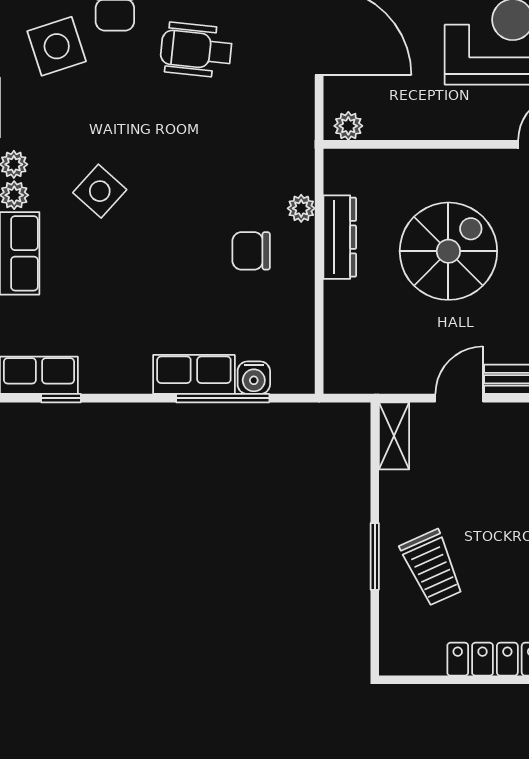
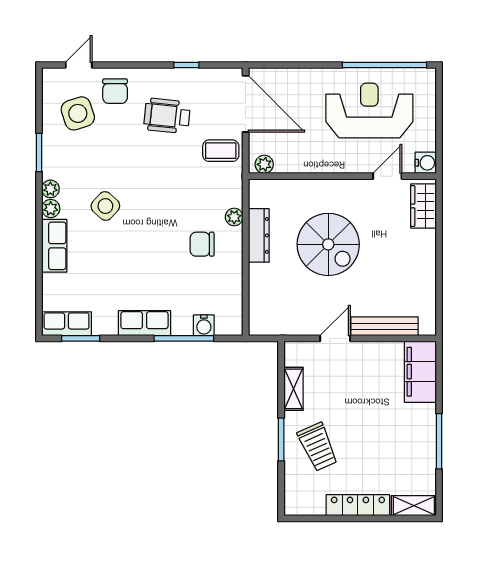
coffee table: (280, 105) -> (221, 151), added
spiral stairs: (448, 251) -> (328, 244), turned 90
row of seats: (194, 374) -> (144, 323), moved
window: (61, 398) -> (81, 338), width x1.50
shelving: (394, 436) -> (293, 389), moved

